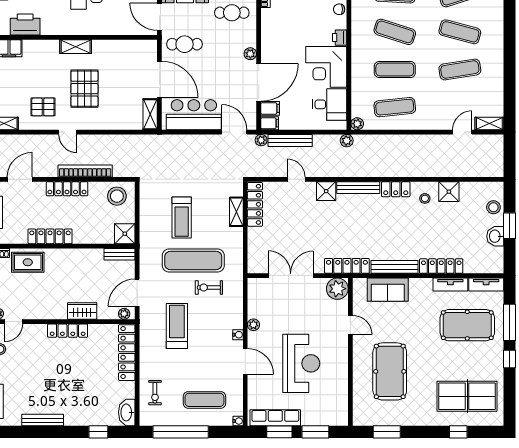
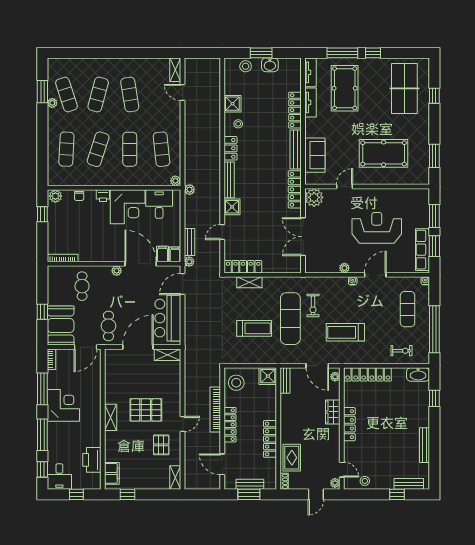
bench: (290, 140) -> (189, 242), width x0.73

